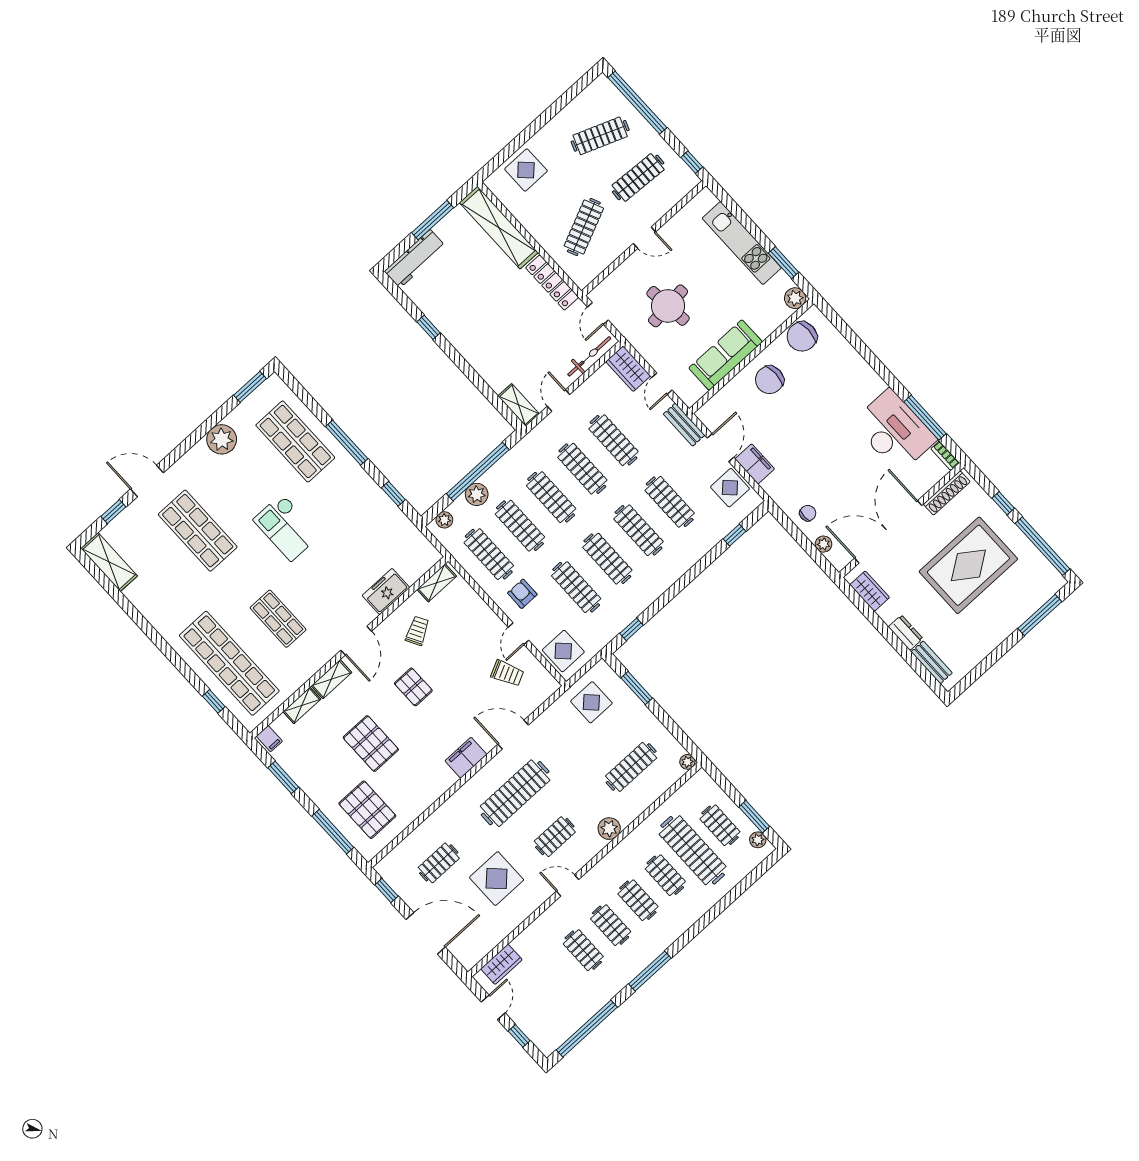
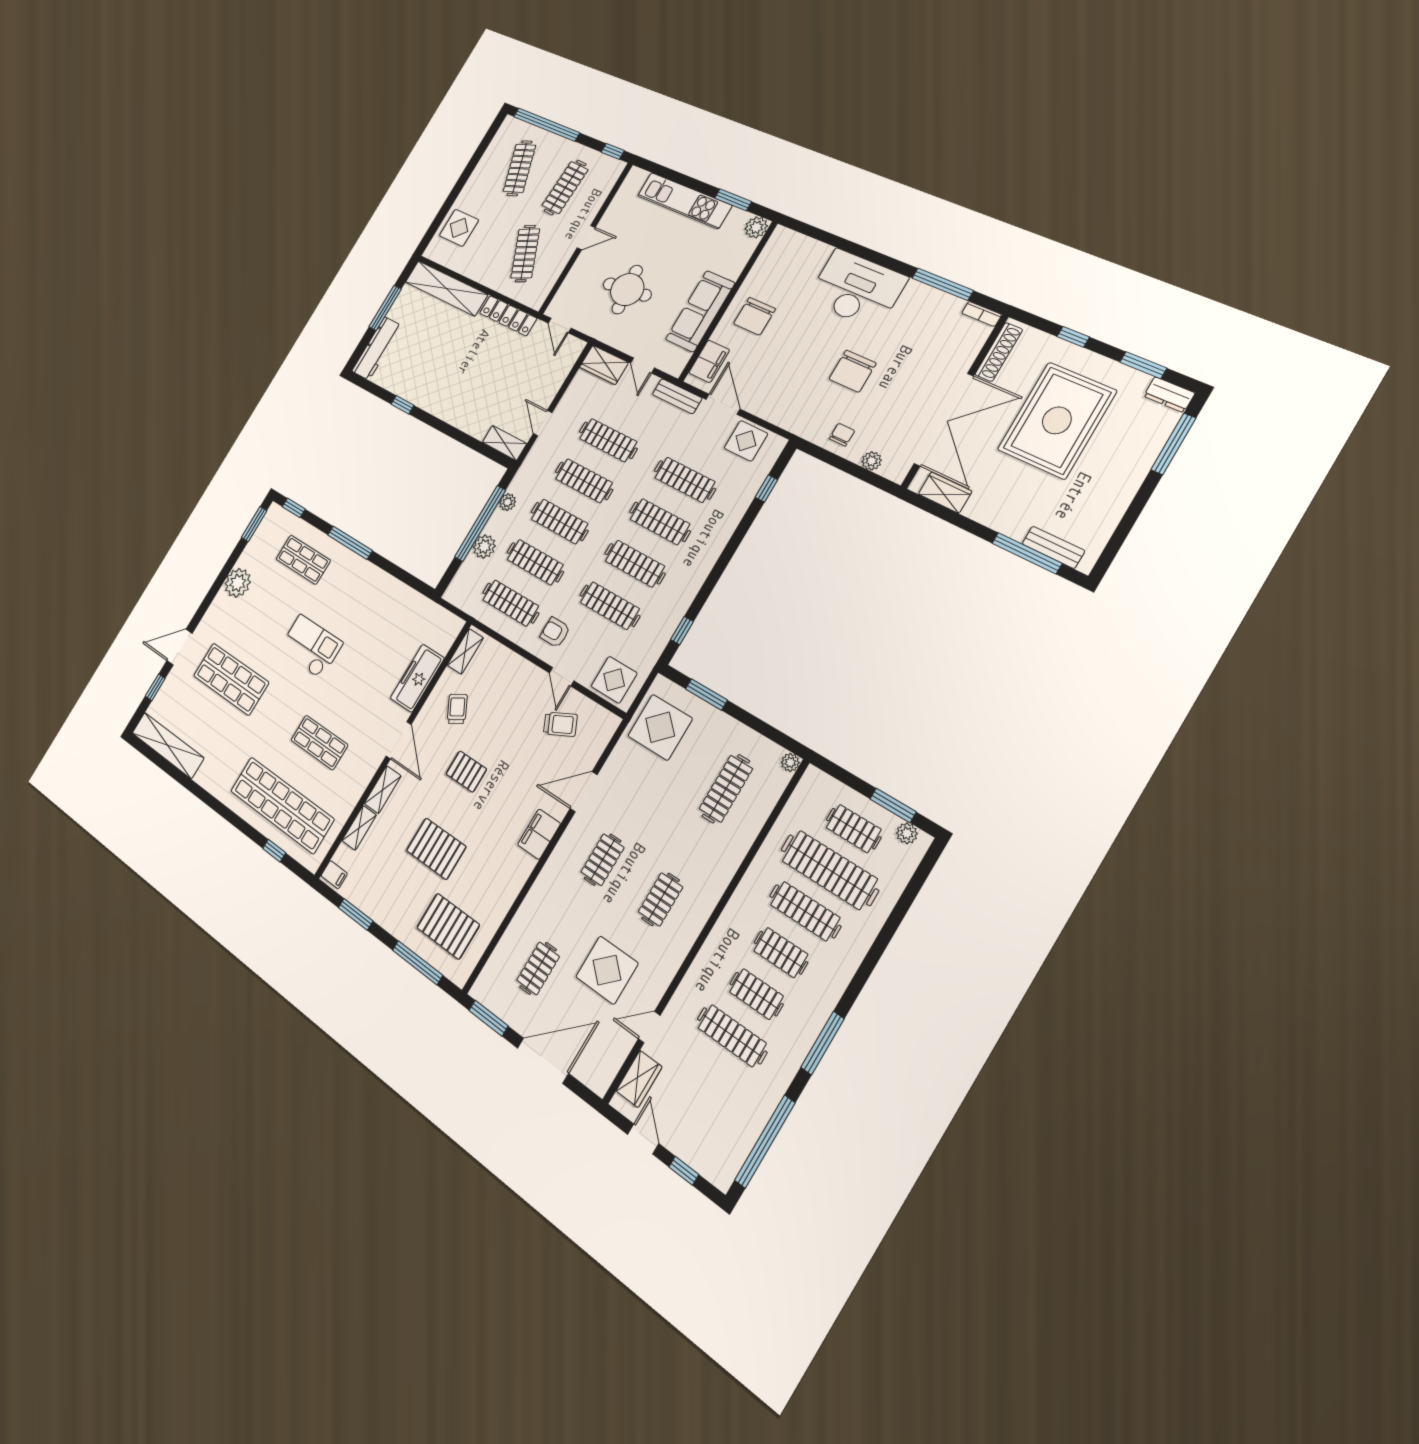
clothes rail: (600, 136) -> (520, 168), turned -39
chair: (802, 337) -> (853, 371), moved
bicycle: (589, 356) -> (562, 369), removed
desk: (894, 431) -> (857, 289), moved
shop shelf: (295, 441) -> (303, 560), width x0.70, depth x0.74
filing cabinet: (755, 464) -> (709, 361), moved, turned 90
window: (393, 494) -> (294, 508), moved
plant: (444, 520) -> (508, 502), moved
checkout: (287, 527) -> (311, 646), turned 180
double door: (888, 532) -> (944, 420), swing flipped
window: (1042, 546) -> (1143, 365), width x0.47
shelving: (109, 562) -> (168, 745), width x1.47
freezer: (386, 592) -> (417, 678), width x1.40
dresser: (906, 633) -> (1169, 395), moved, turned 180
window: (912, 660) -> (1027, 553), added
display table: (591, 702) -> (660, 727), width x1.36, depth x1.36
clothes rail: (515, 793) -> (603, 860), width x0.54, depth x0.76
plant: (609, 829) -> (721, 871), removed
clothes rail: (665, 875) -> (805, 911), width x1.36
door: (568, 885) -> (649, 1027), moved
window: (386, 891) -> (488, 1018), width x1.50
clothes rail: (583, 950) -> (732, 1036), width x1.36

